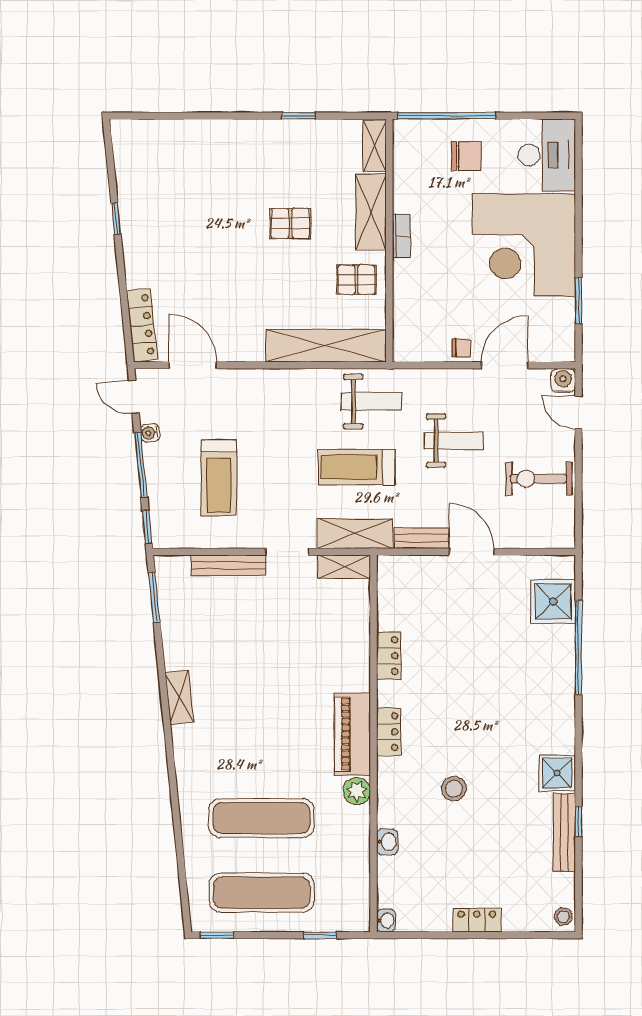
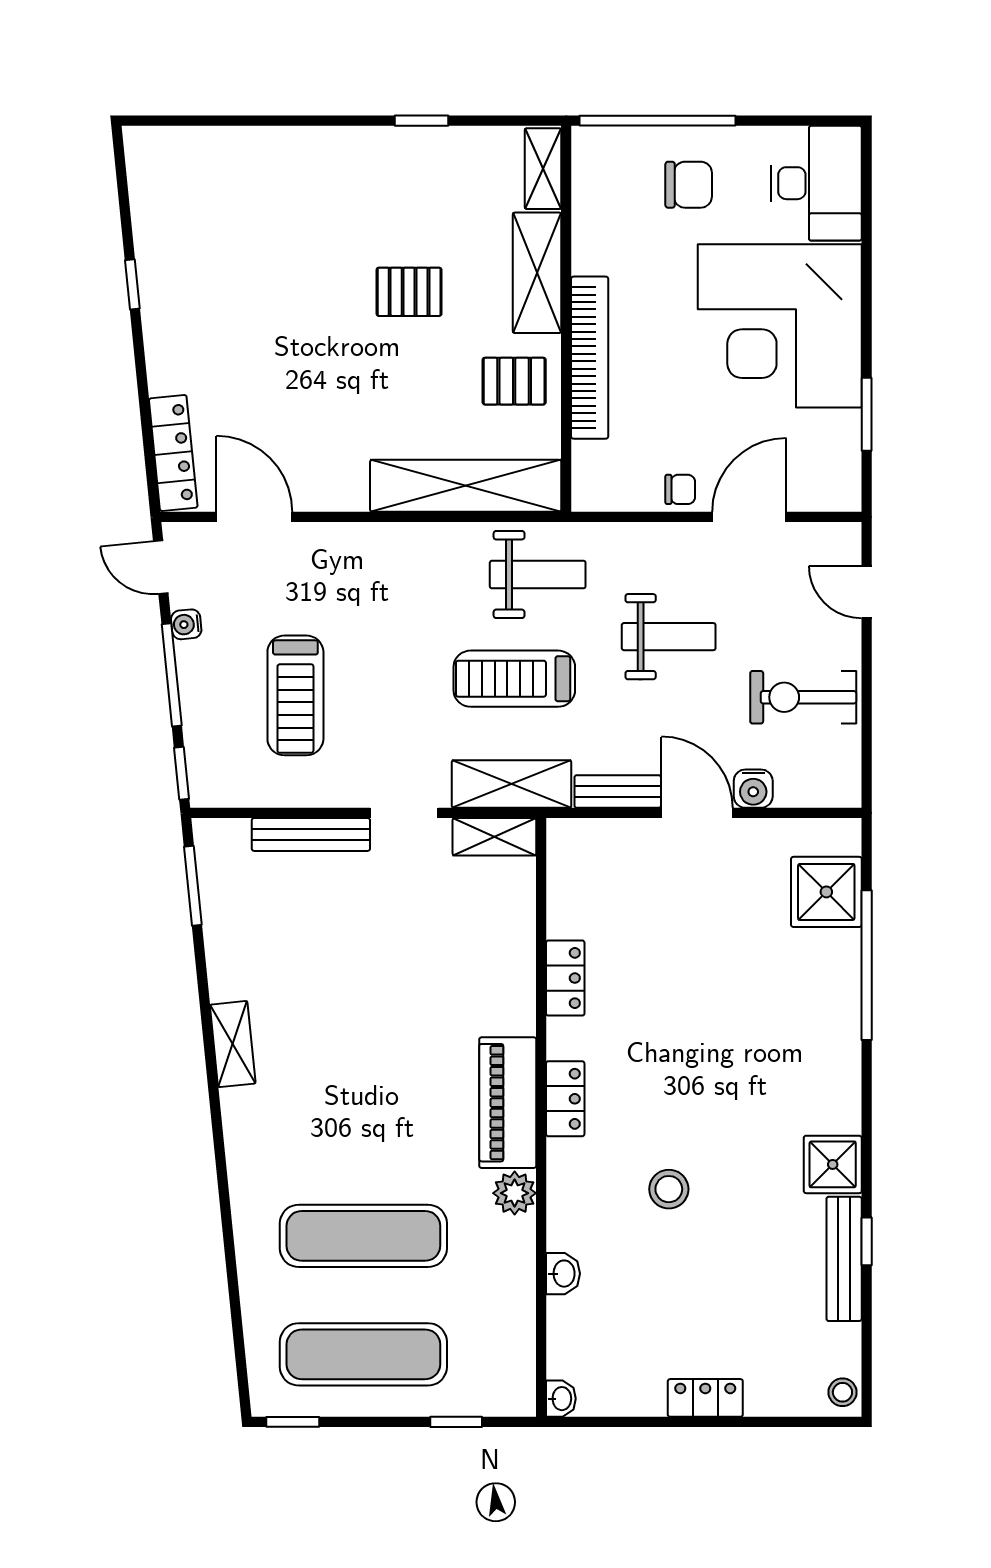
bookcase: (401, 236) -> (590, 358), width x2.31, depth x1.31
water cooler: (563, 381) -> (753, 789), moved, turned 180

